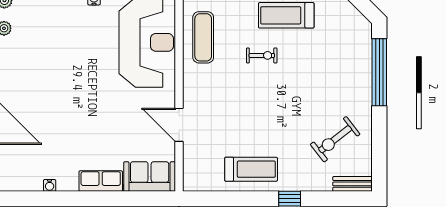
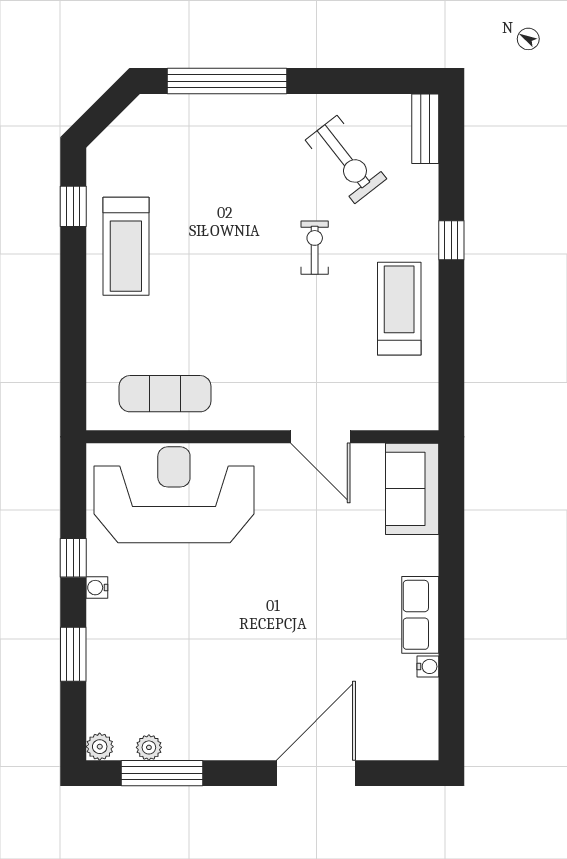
exercise bike: (262, 55) -> (315, 248), moved
door: (179, 125) -> (320, 437), hinge flipped
row of seats: (101, 181) -> (420, 615), moved

